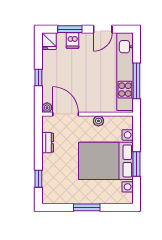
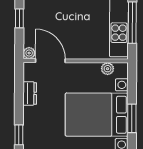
plant: (98, 121) -> (108, 69), moved

